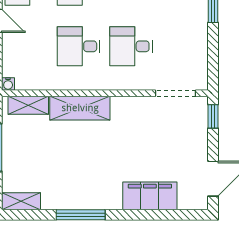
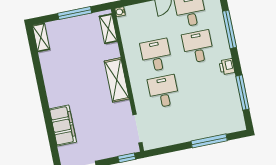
shelving: (80, 108) -> (117, 80), moved
window: (81, 215) -> (40, 80), removed

